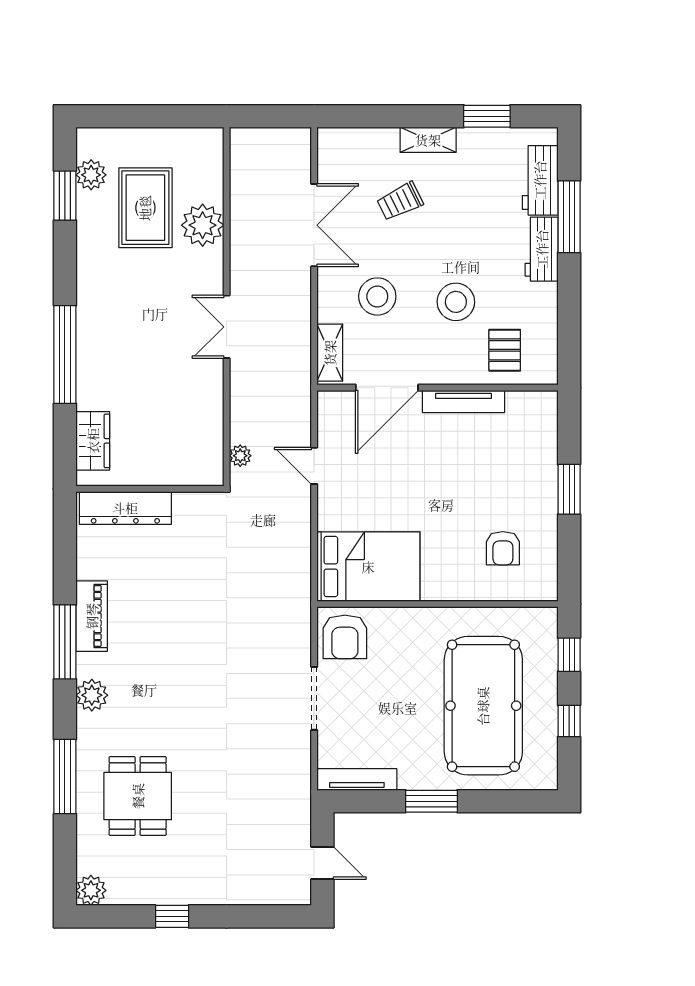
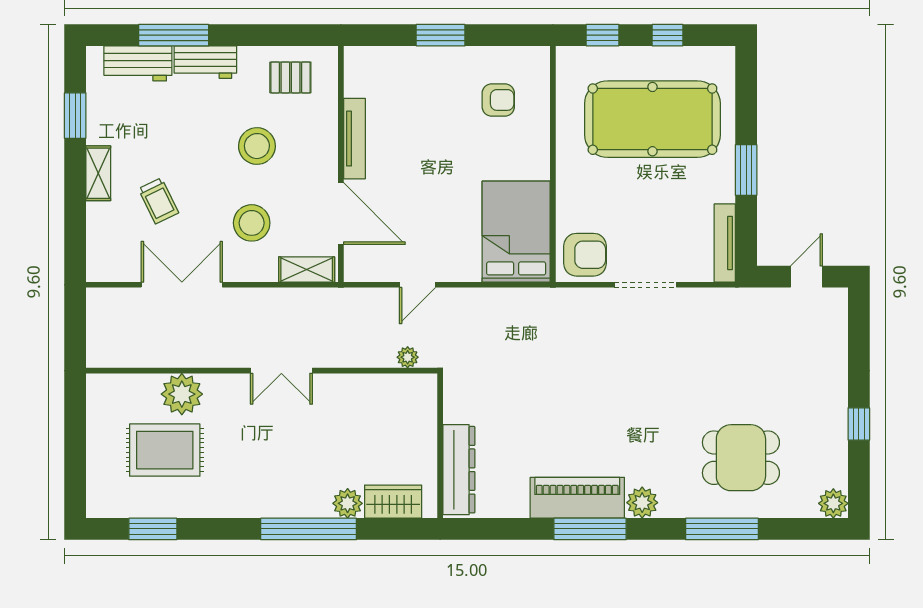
plant: (91, 175) -> (348, 503), moved
pallet: (505, 350) -> (290, 77), moved
piano: (92, 616) -> (577, 498), width x1.37, depth x1.33

